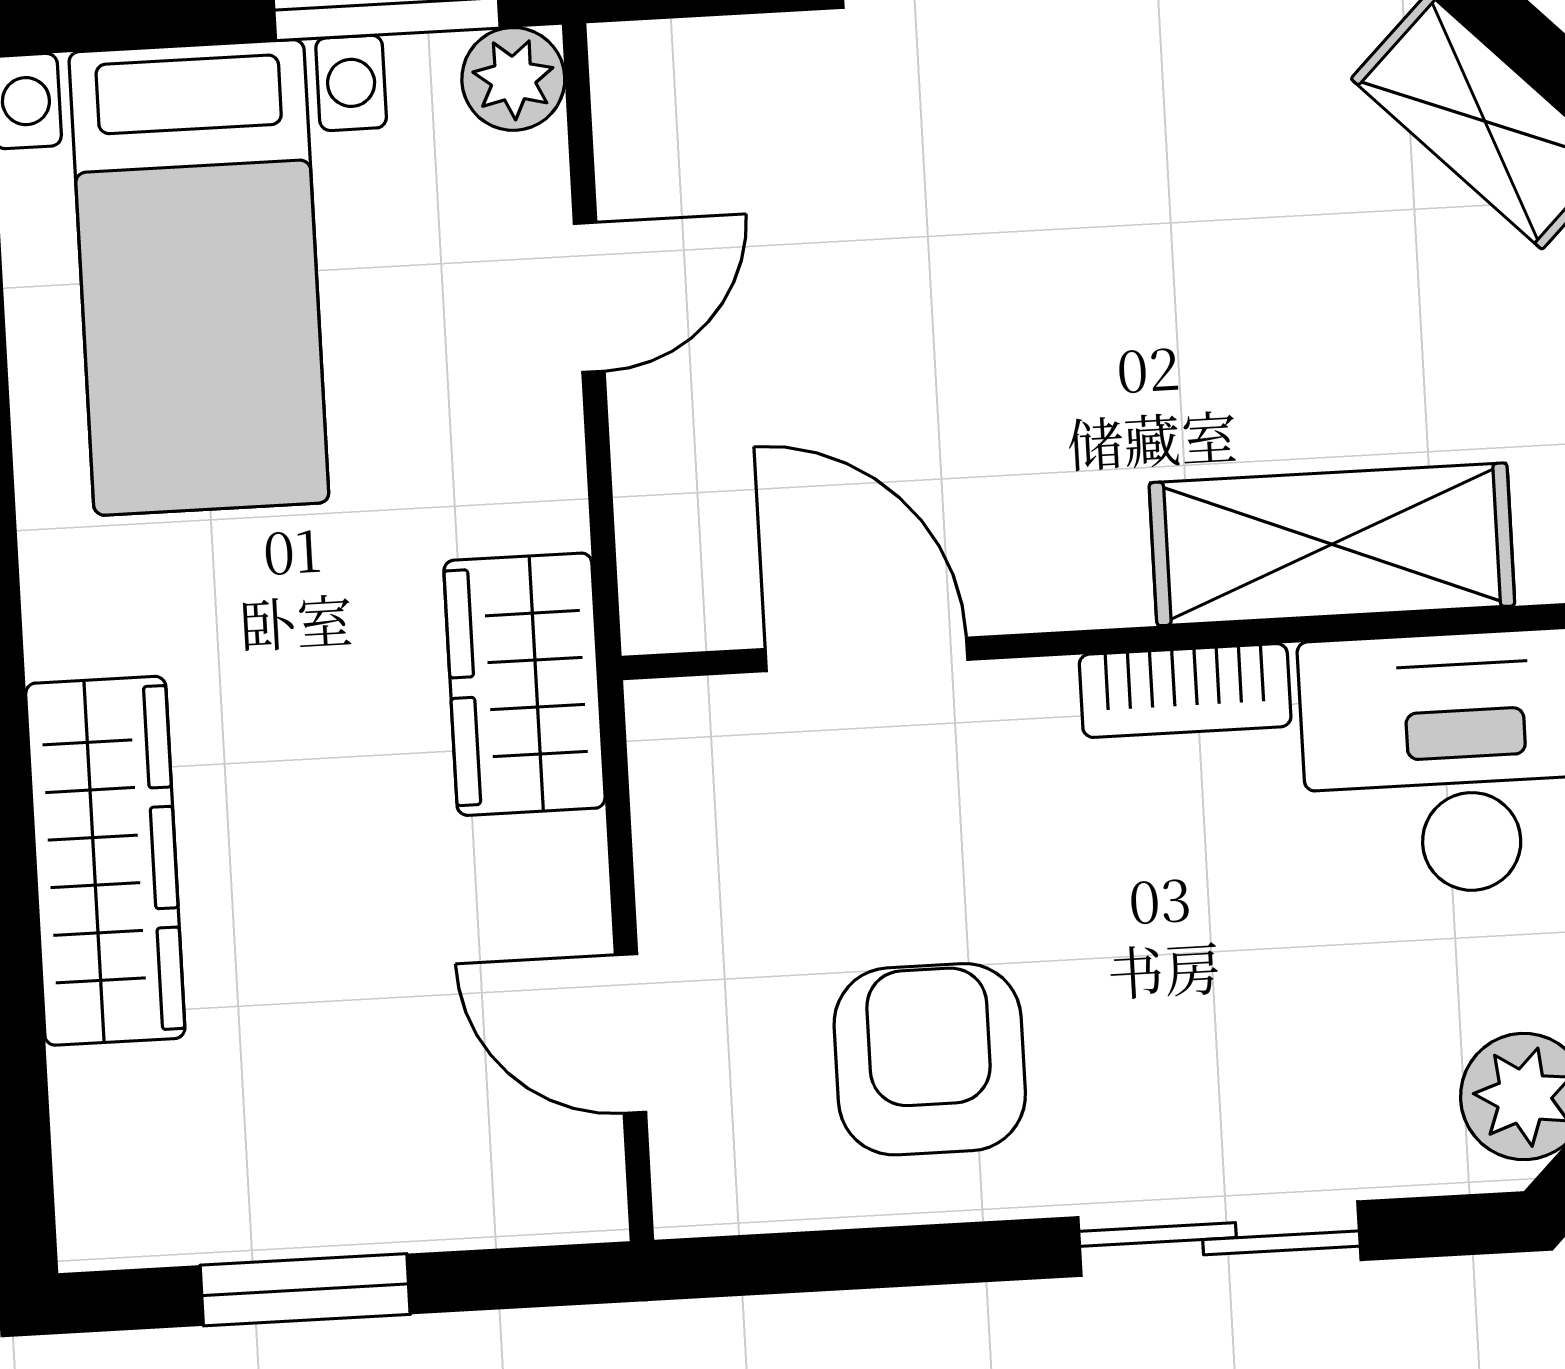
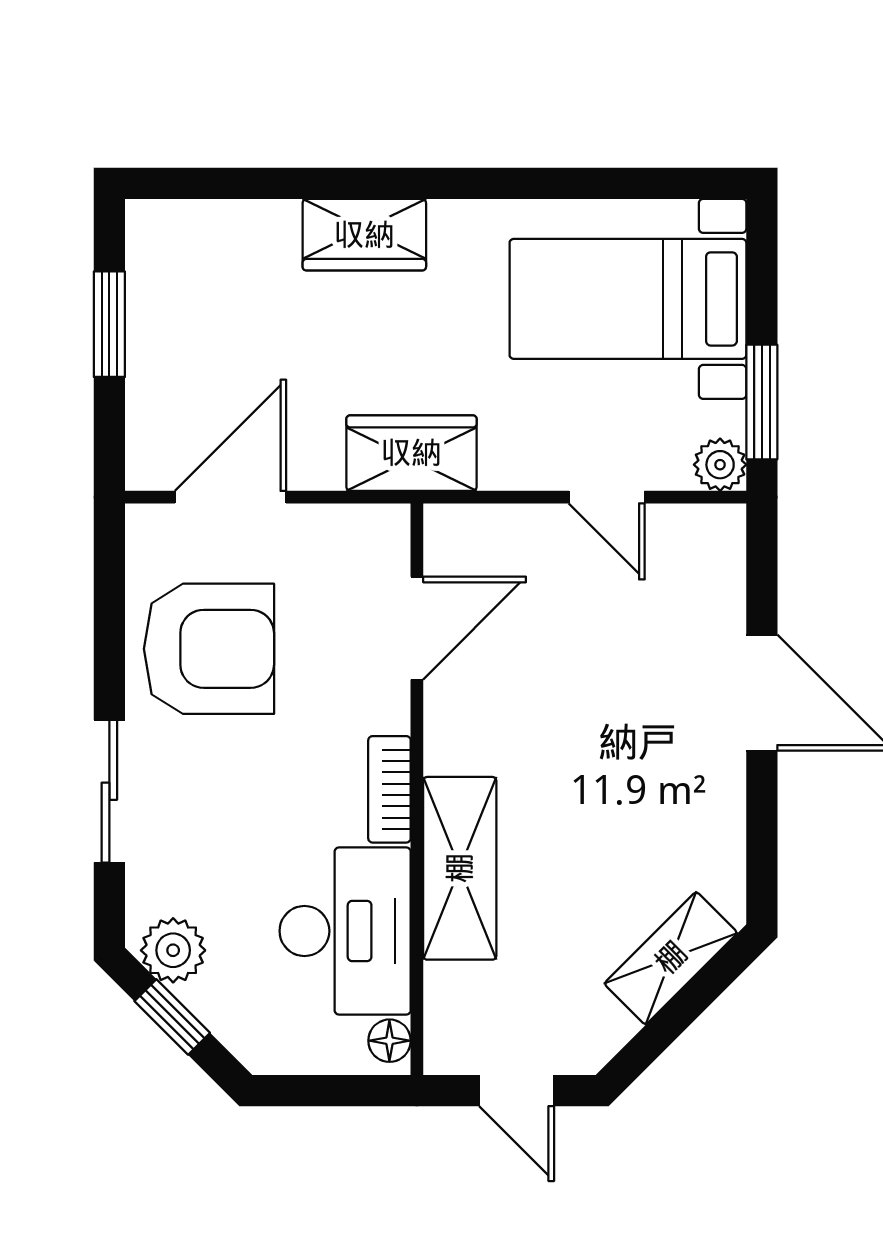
wardrobe: (105, 861) -> (364, 235), width x0.67
door: (630, 1033) -> (231, 497), width x1.38
armchair: (930, 1059) -> (209, 649), width x1.36, depth x1.36

